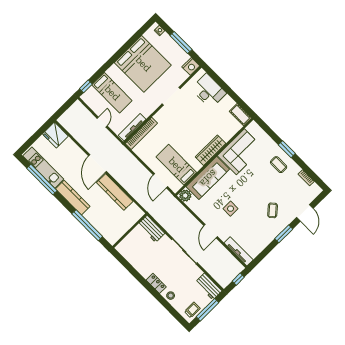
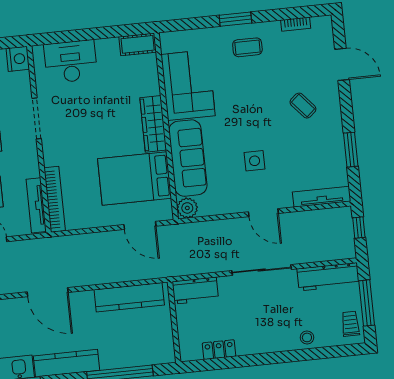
bed: (176, 165) -> (135, 178), width x1.50
kitchen counter: (115, 192) -> (129, 297), moved
window: (284, 234) -> (351, 150), moved
locker: (156, 283) -> (219, 350), moved
workbench: (209, 286) -> (328, 277), width x1.38

